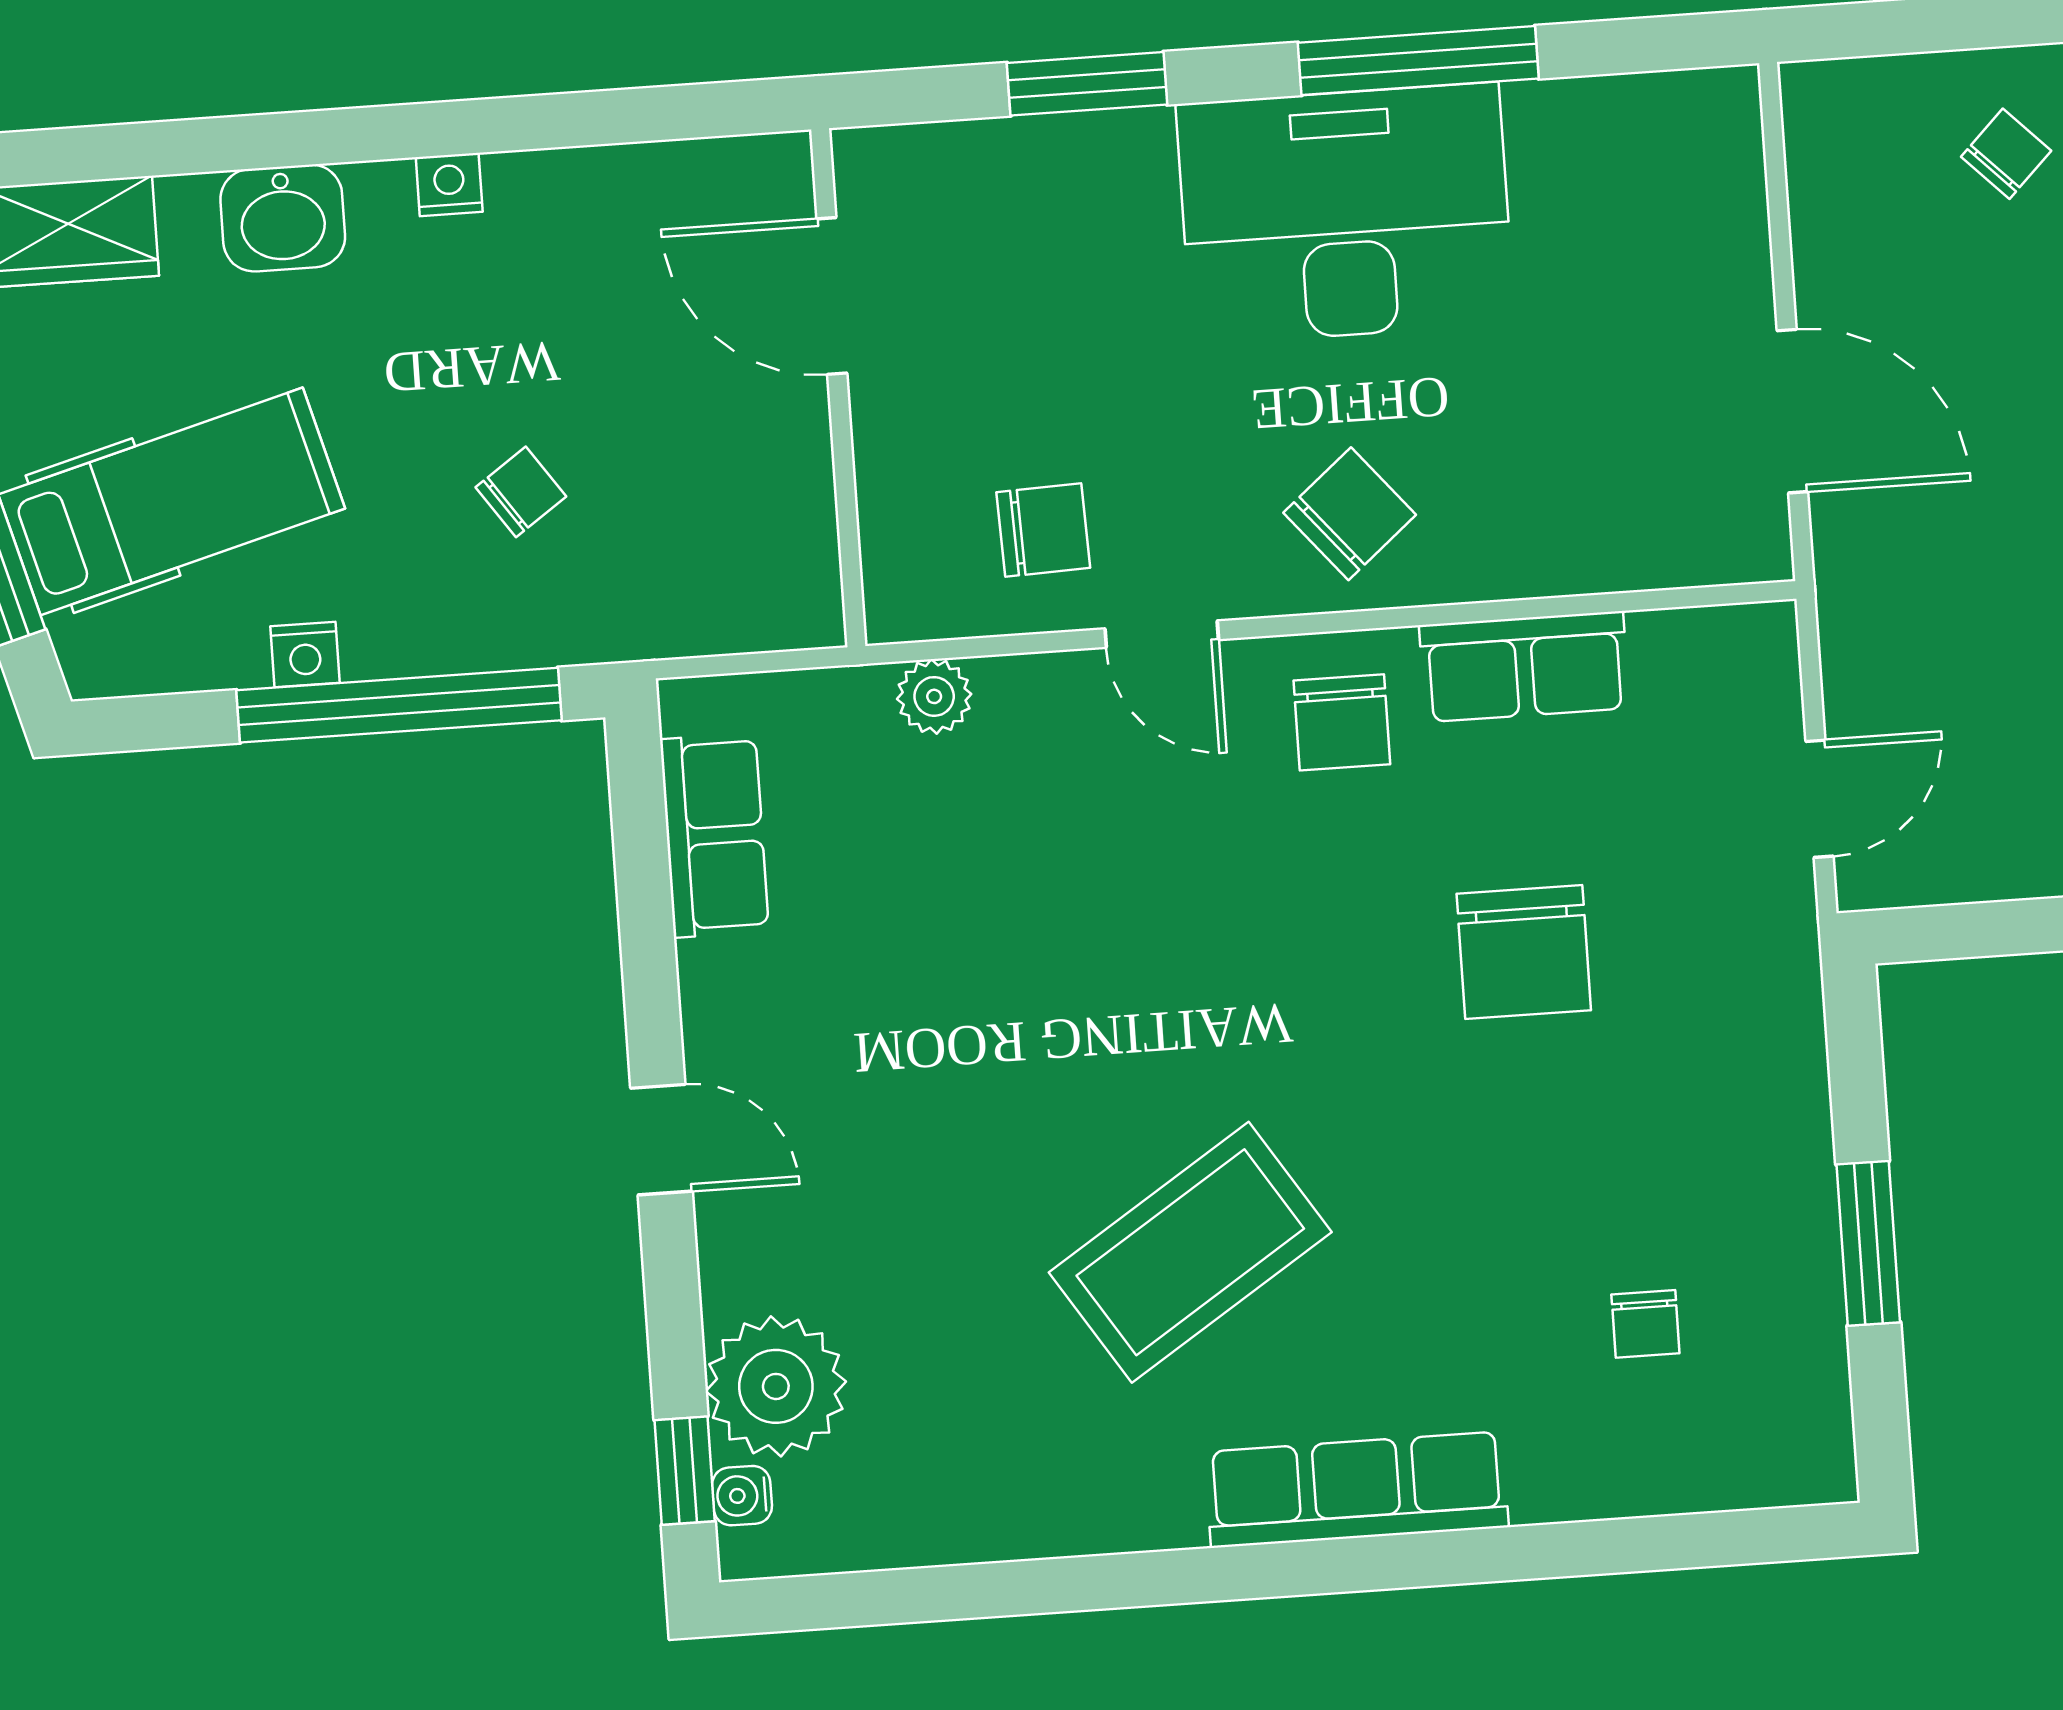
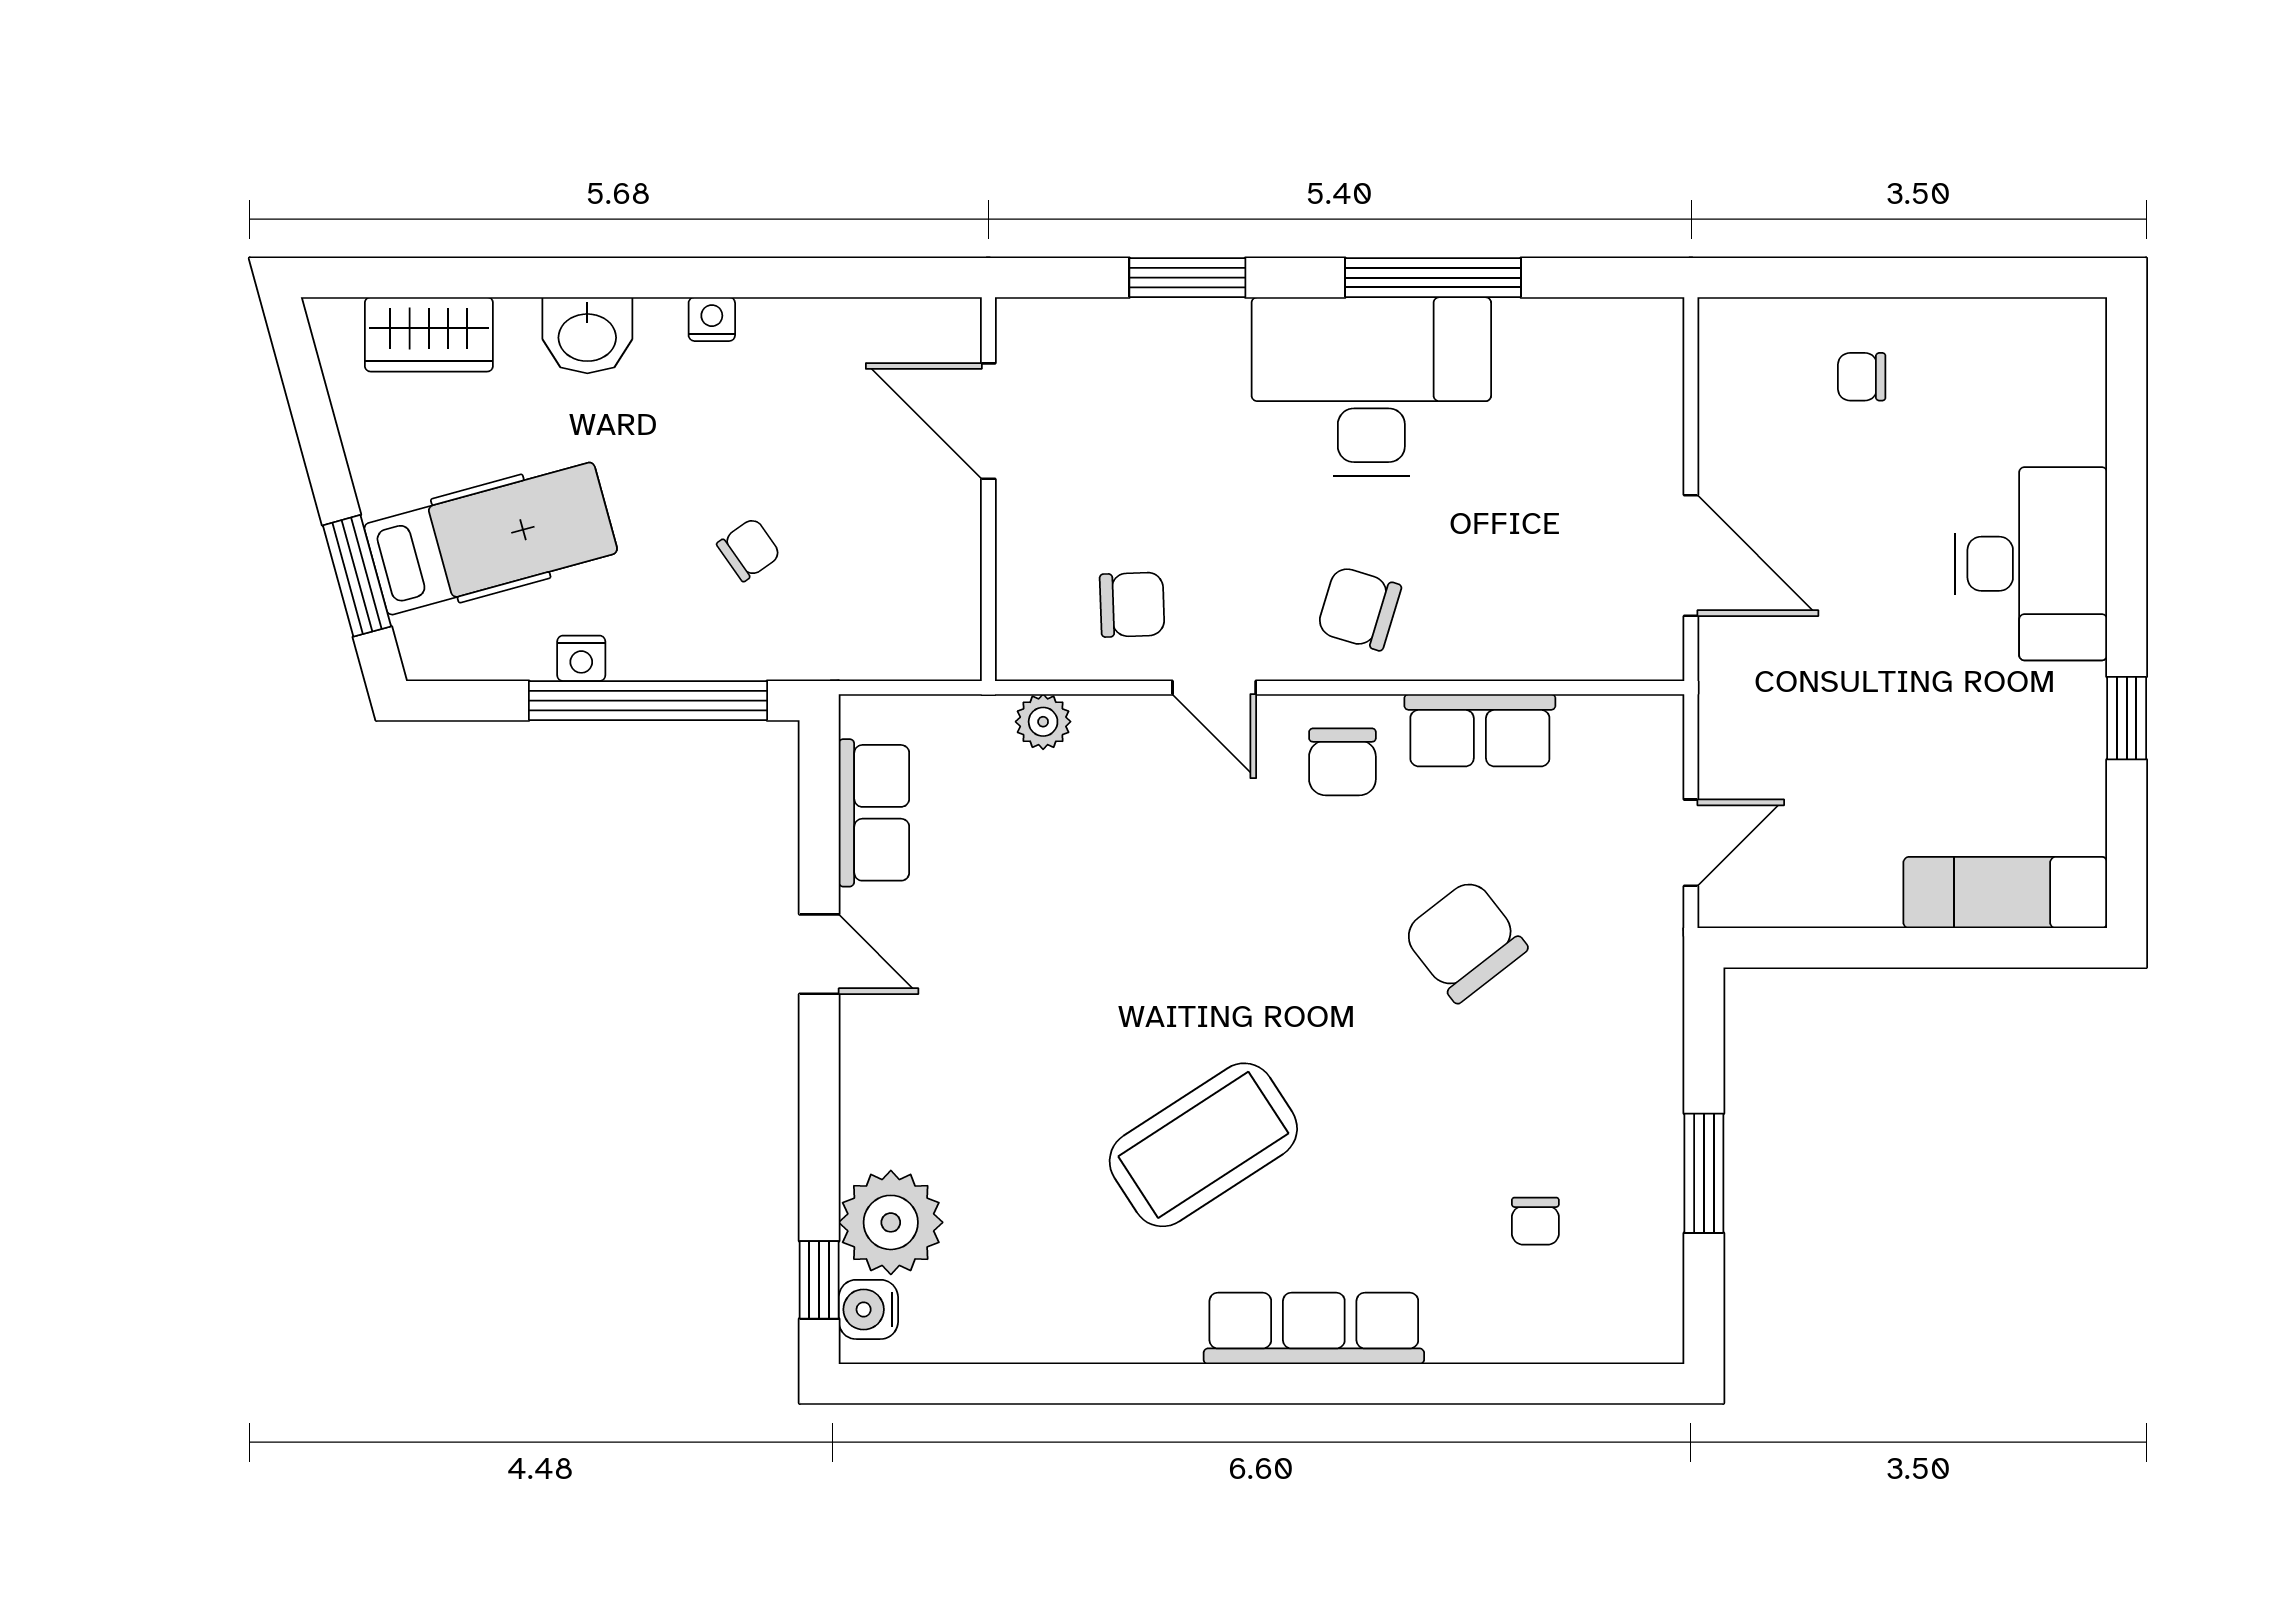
chair: (2006, 154) -> (1862, 377), turned -135
chair: (1350, 514) -> (1359, 608), turned -123
chair: (1524, 952) -> (1465, 941), turned 142
door: (661, 1140) -> (819, 954), moved
water cooler: (742, 1496) -> (868, 1309), width x1.38, depth x1.38

